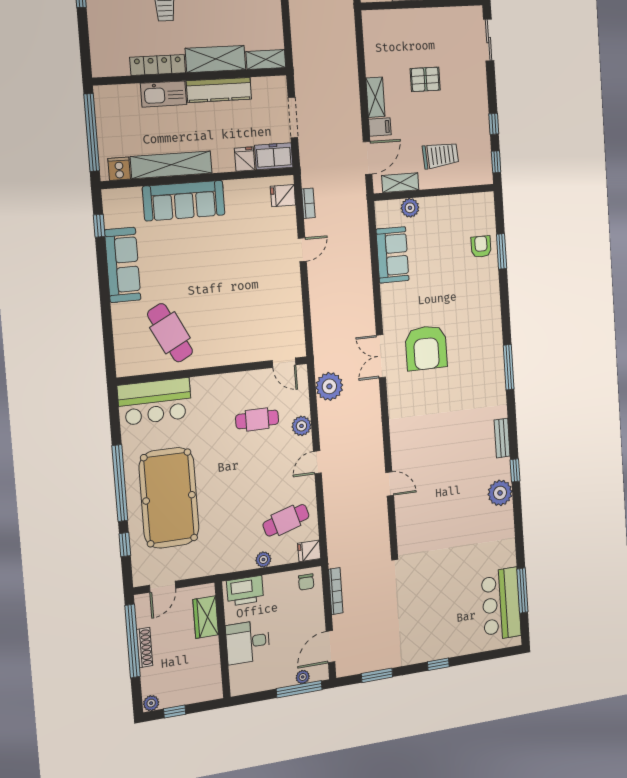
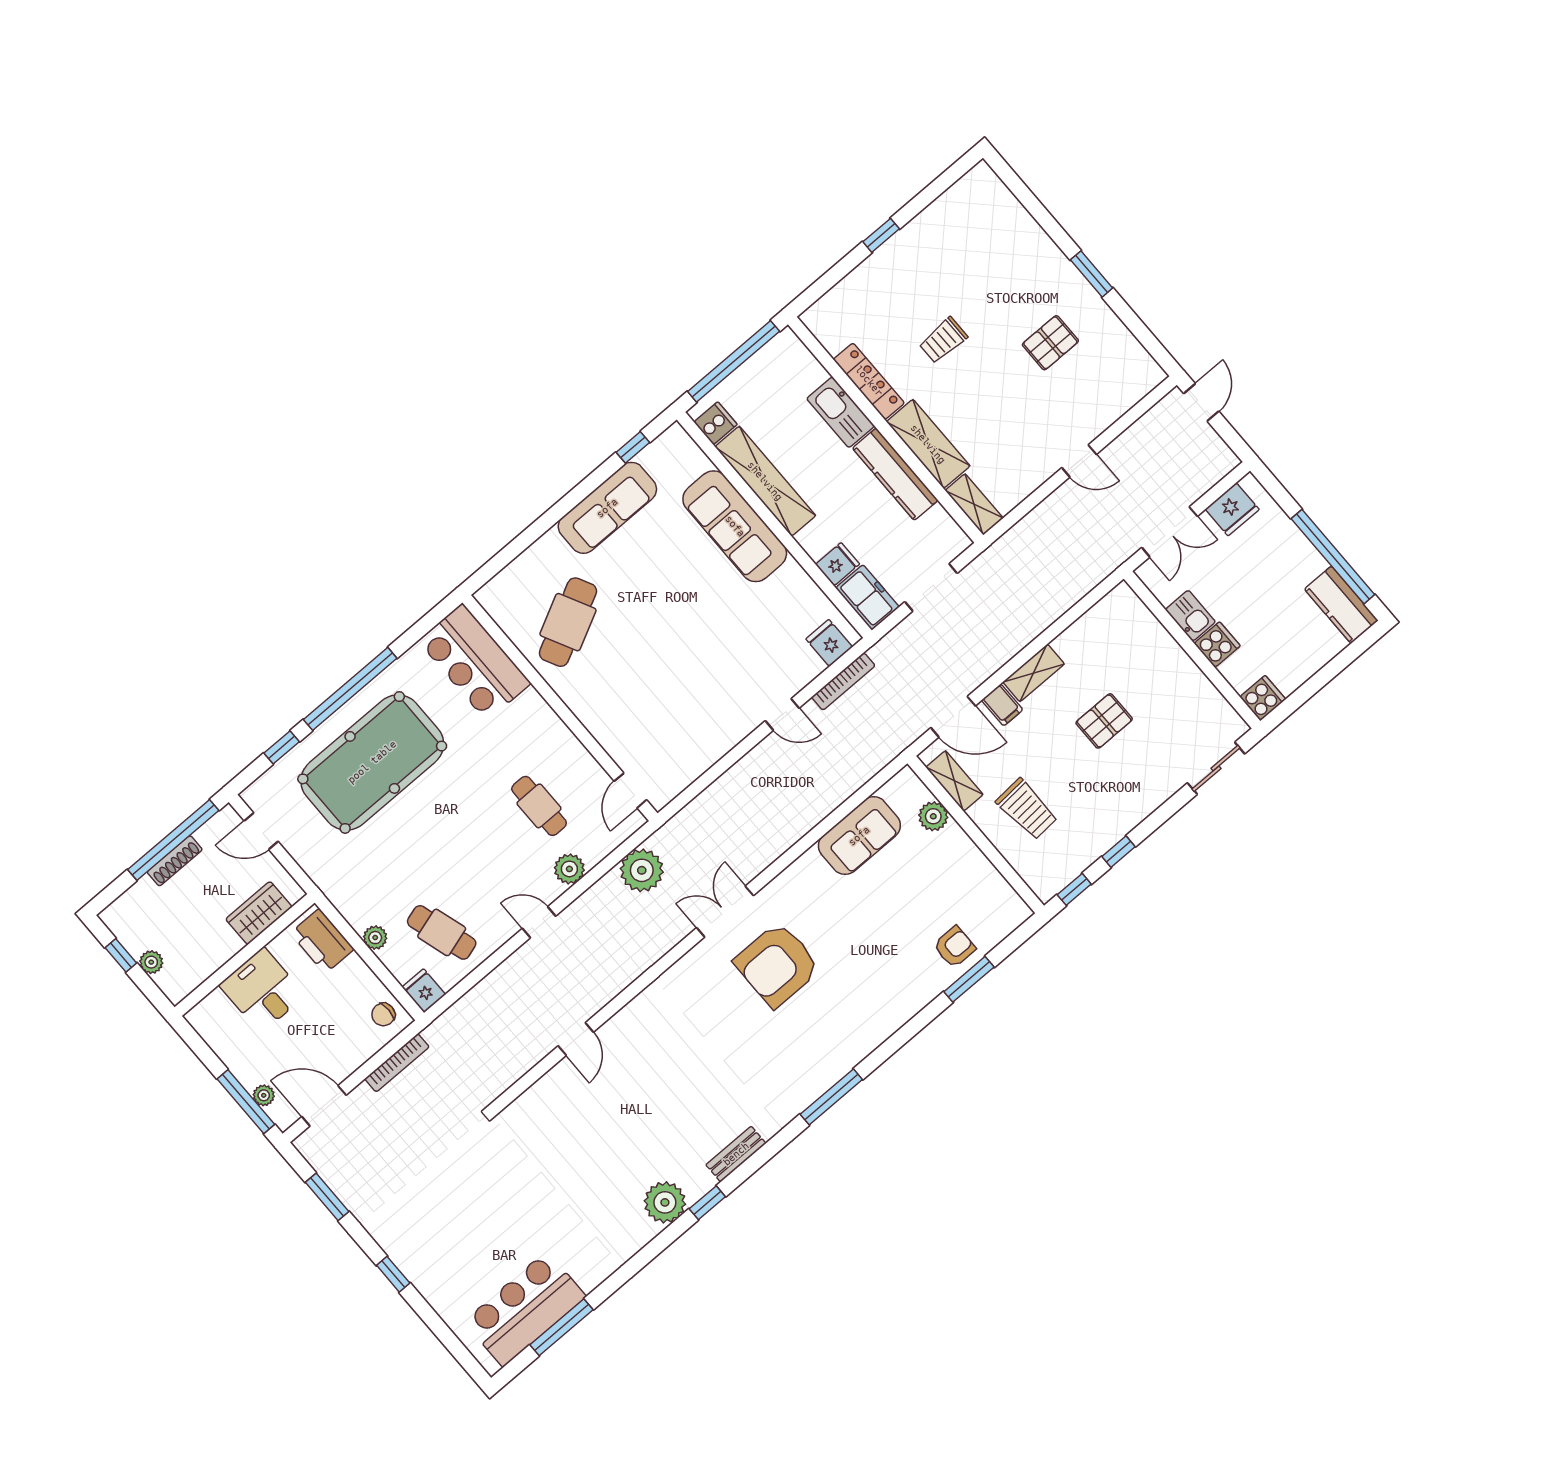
pallet: (425, 79) -> (1104, 721), turned 90
bookcase: (308, 203) -> (843, 681), width x1.56
plant: (151, 703) -> (151, 962), moved

